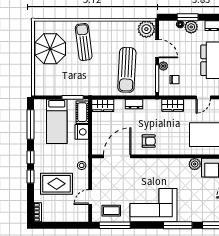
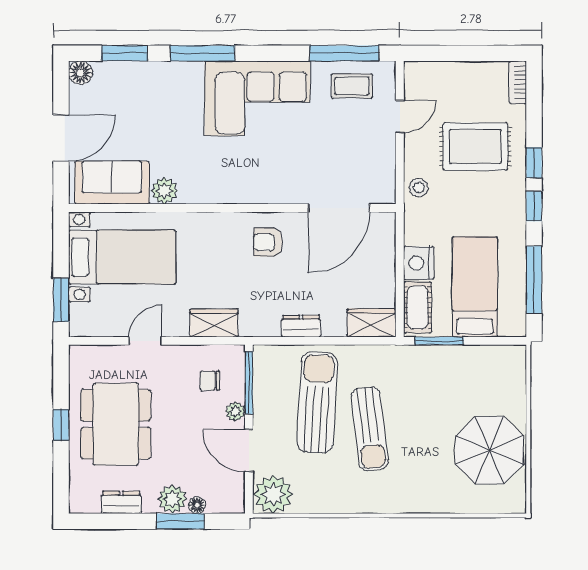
sun lounger: (84, 42) -> (370, 429), moved

